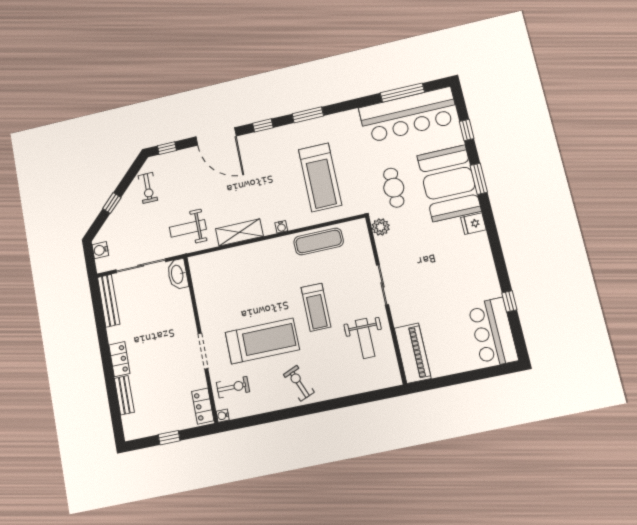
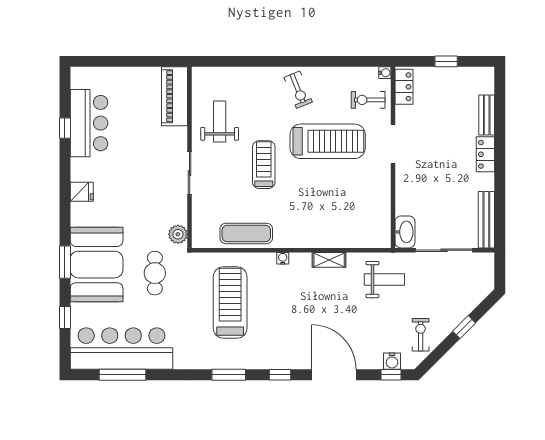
fridge: (473, 224) -> (82, 192), moved
shelving: (239, 232) -> (329, 260), width x0.67, depth x0.75
water cooler: (100, 250) -> (392, 361), moved, turned 90
bar counter: (493, 332) -> (89, 123), moved
treadmill: (262, 341) -> (328, 141), turned 180

